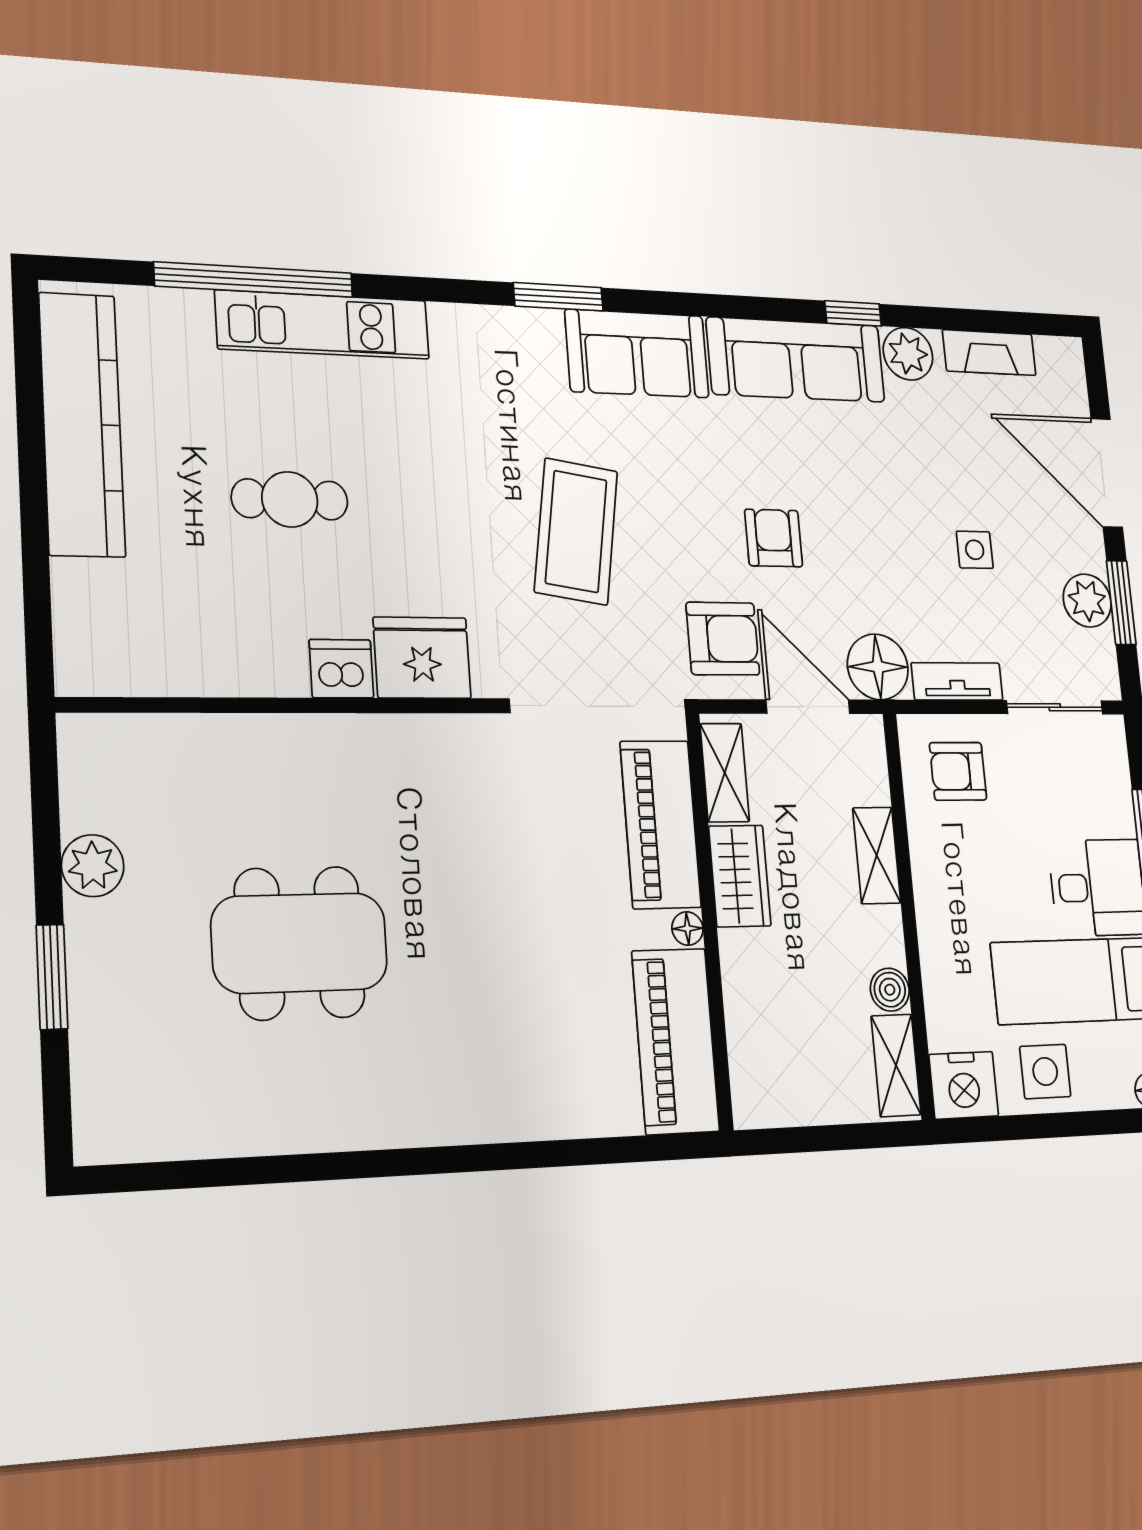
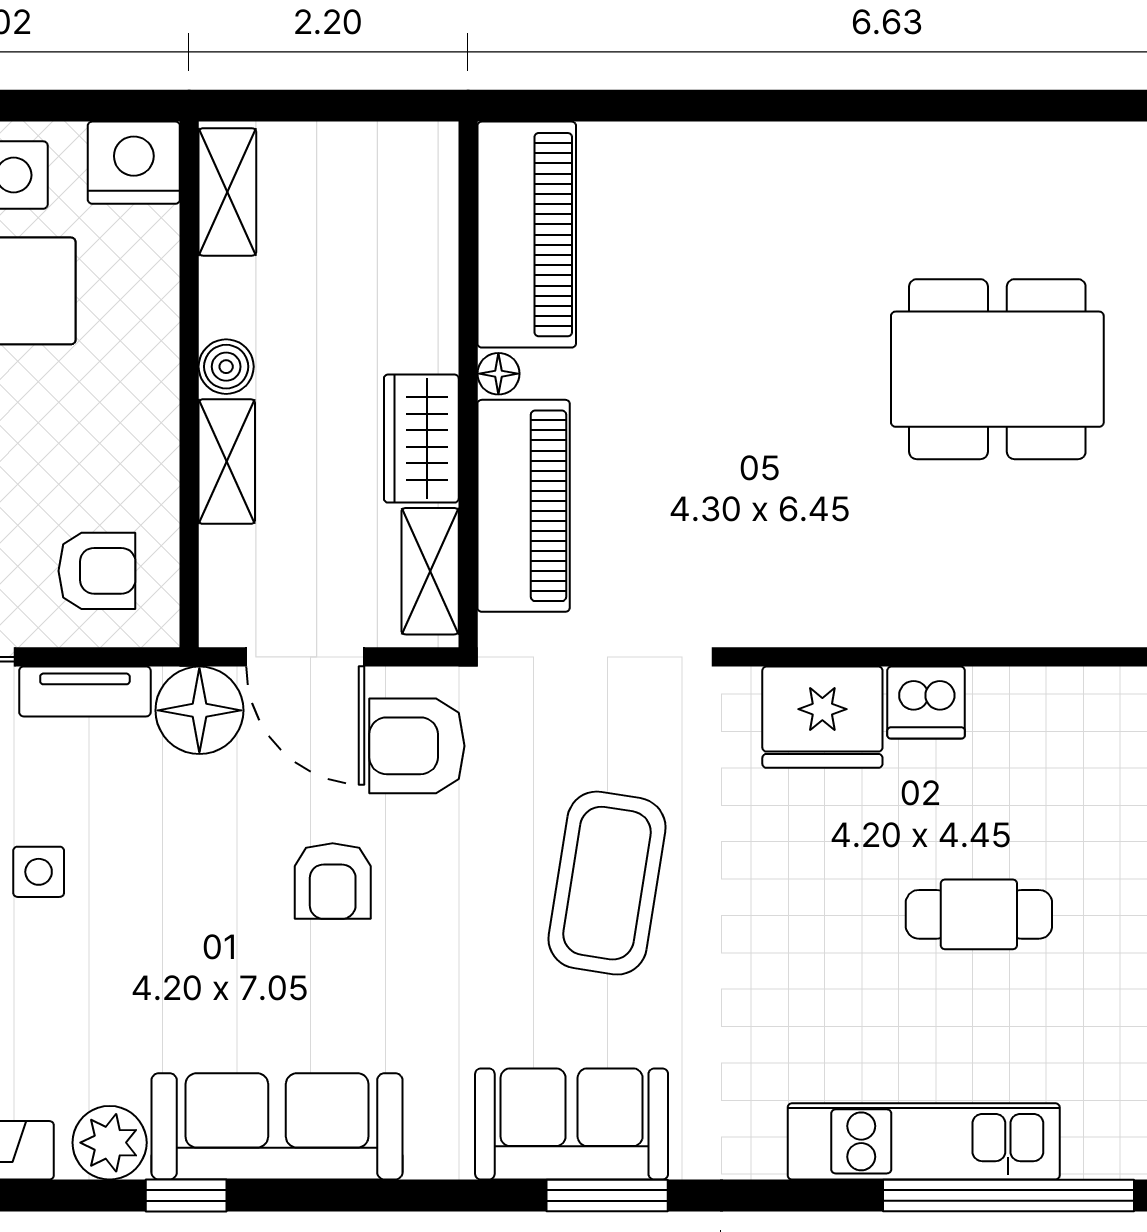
sofa: (637, 354) -> (572, 1124), moved
boiler: (890, 990) -> (226, 367), moved

